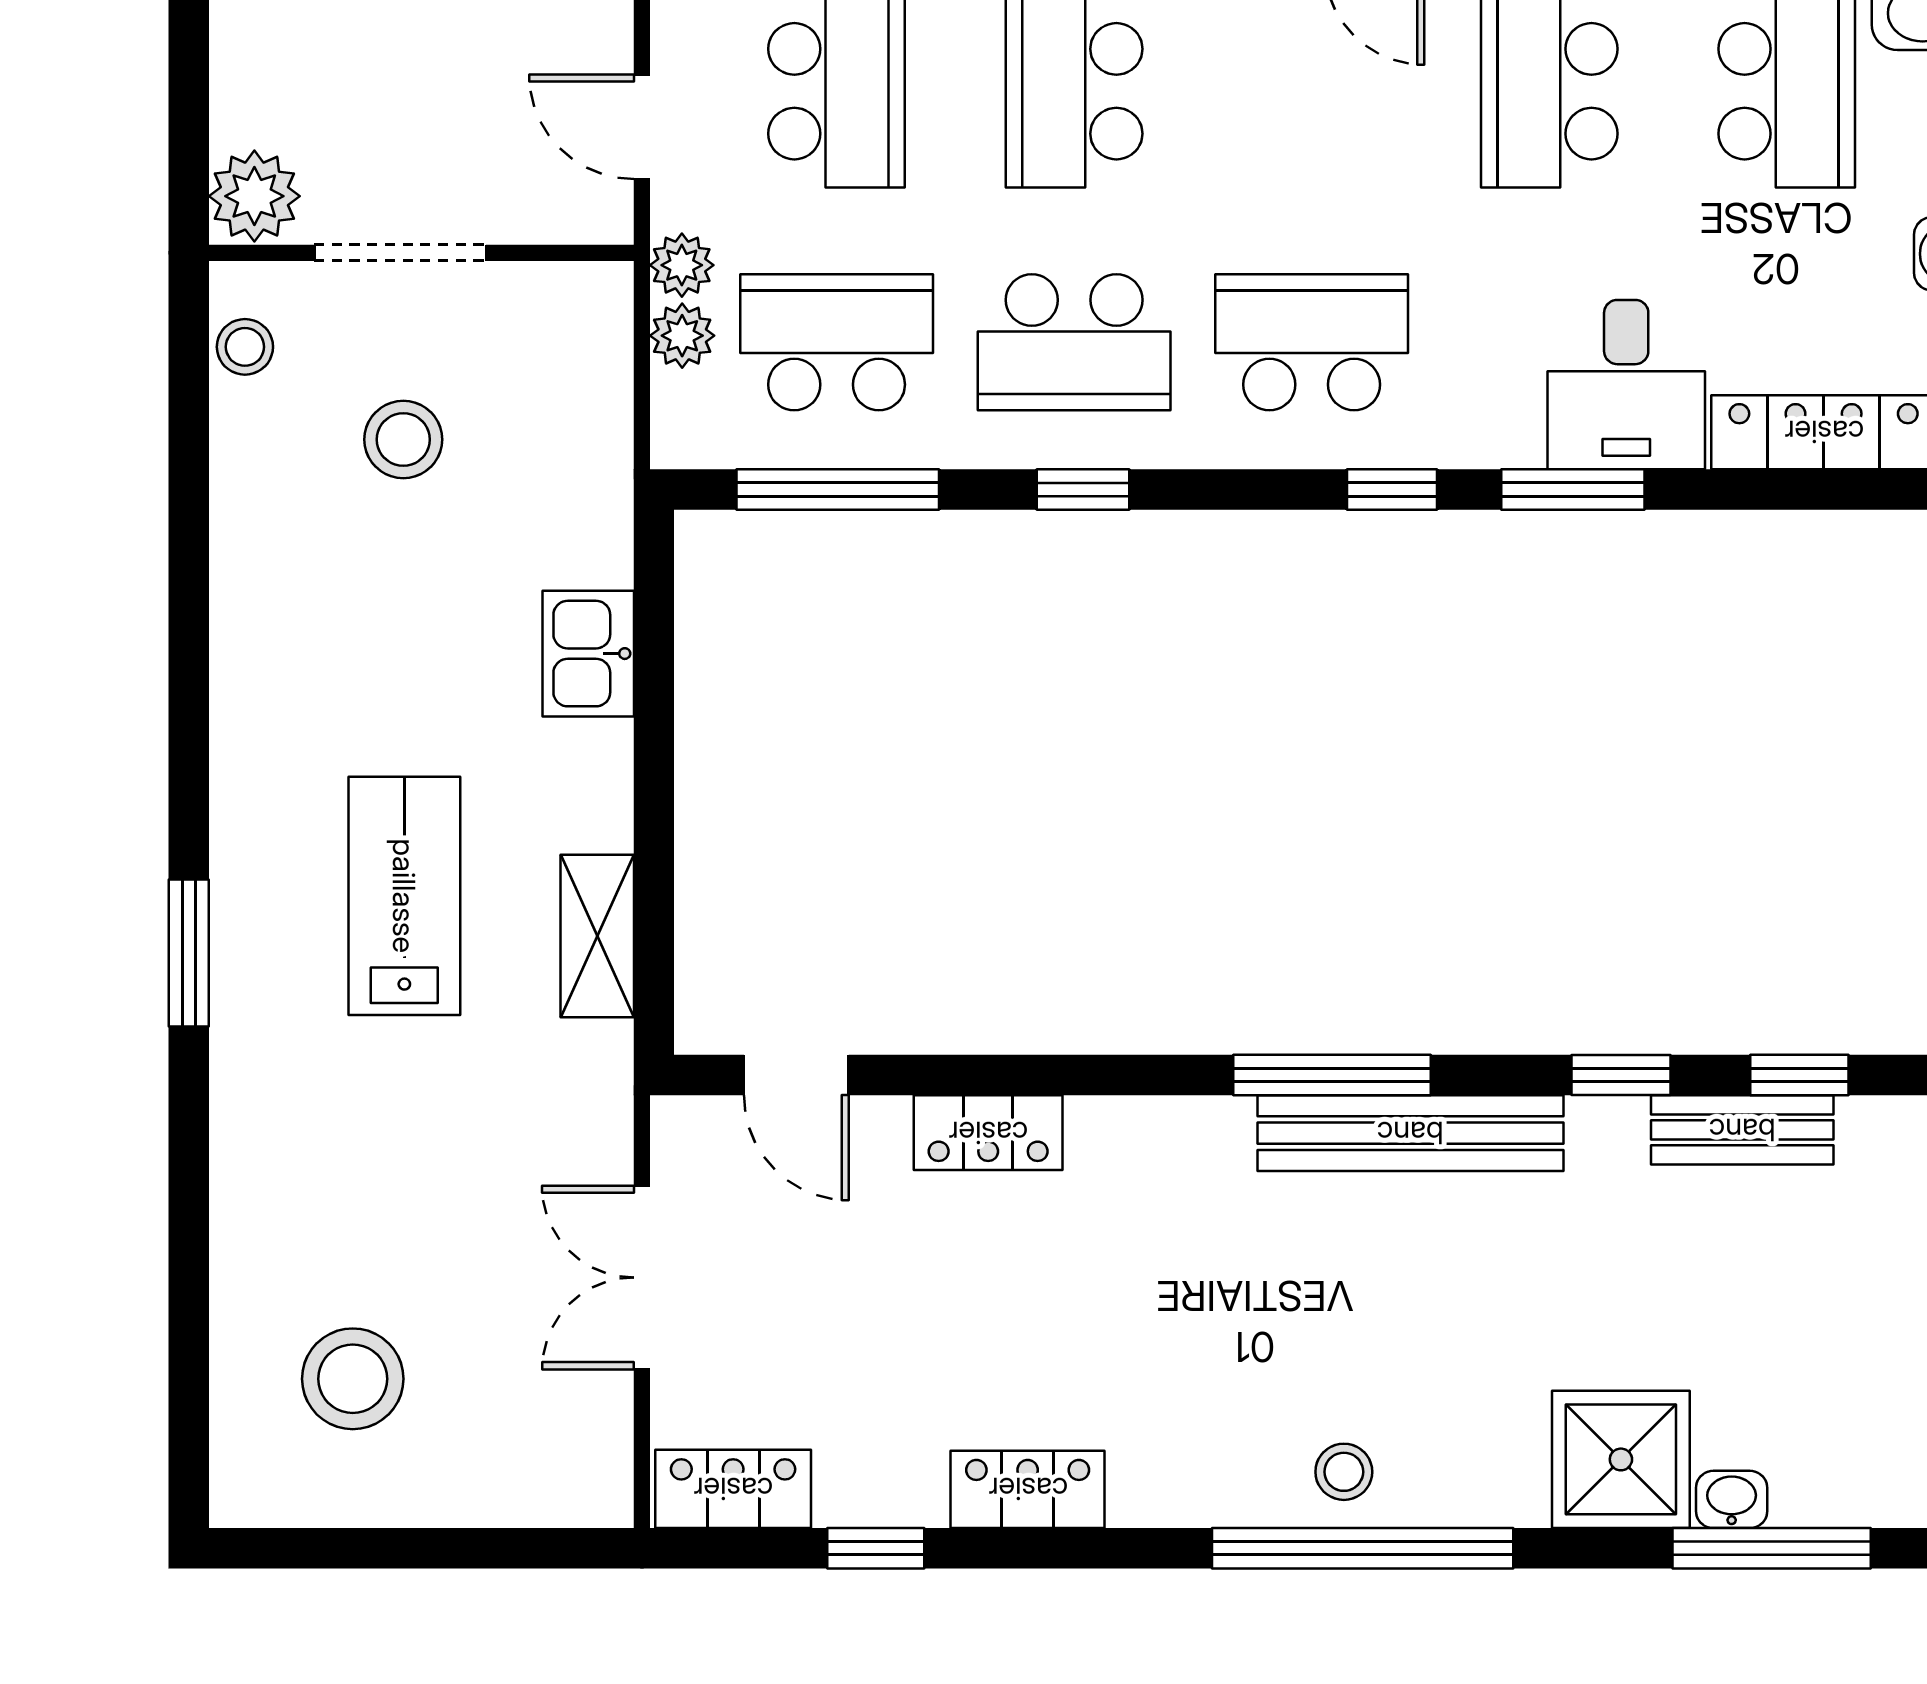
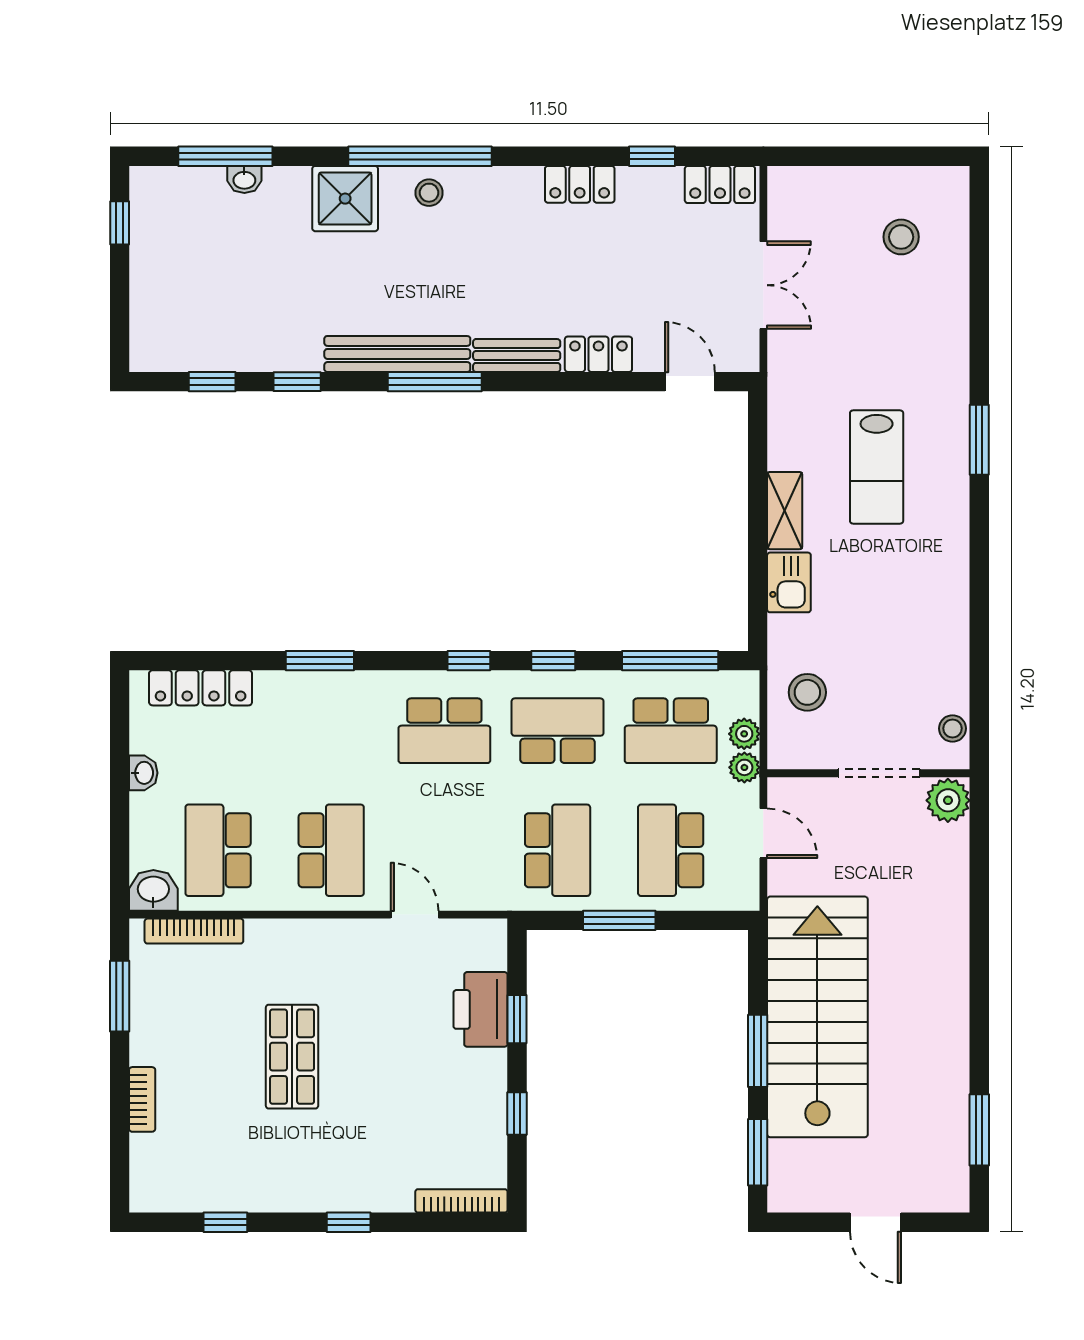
desk: (1626, 385) -> (295, 711), removed
stool: (403, 440) -> (807, 692), moved
window: (1392, 489) -> (469, 661), moved
shelving: (597, 936) -> (785, 511), moved
bench: (1742, 1130) -> (517, 356), moved
stool: (353, 1379) -> (901, 237), width x0.73, depth x0.73
shower: (1621, 1459) -> (345, 199), moved

